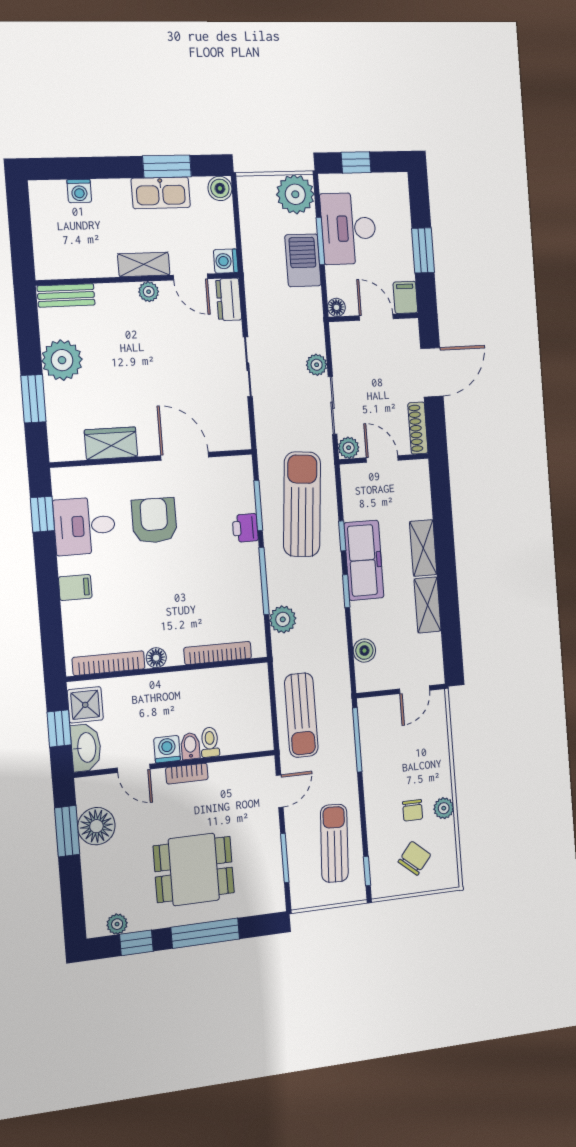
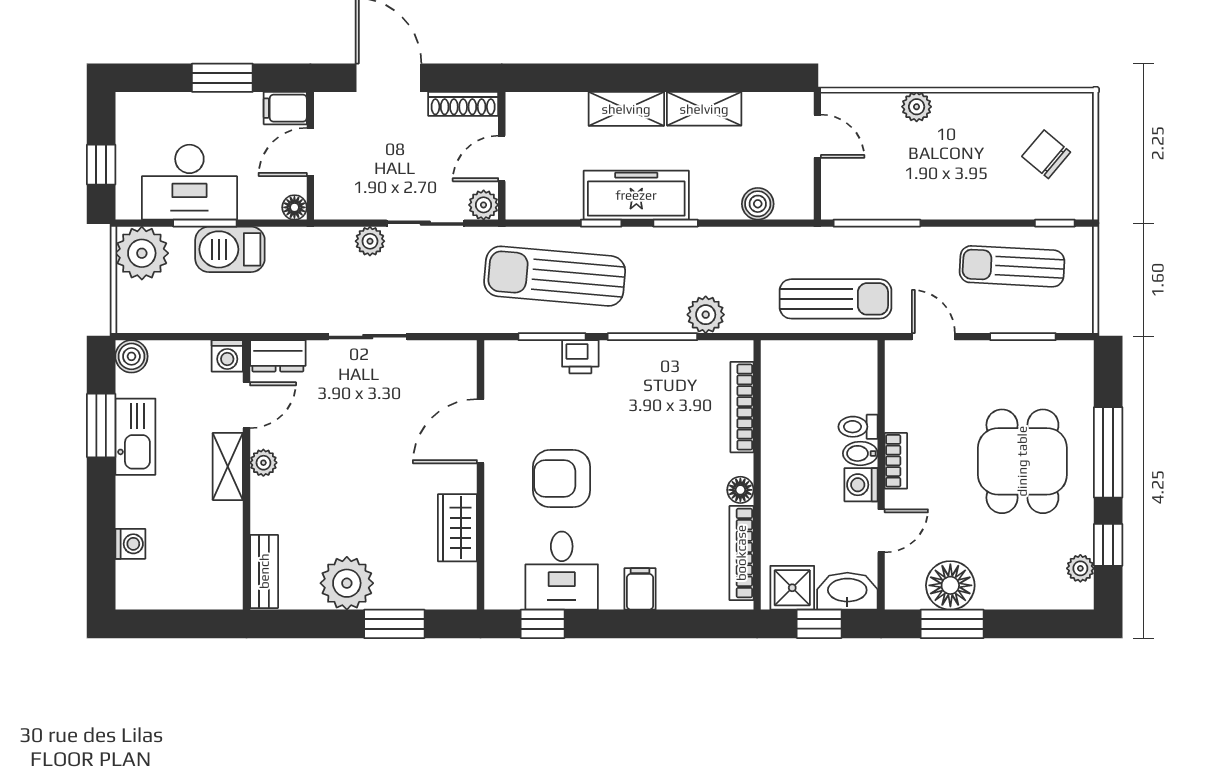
plant: (444, 808) -> (917, 107), moved
chair: (413, 810) -> (981, 152), removed

